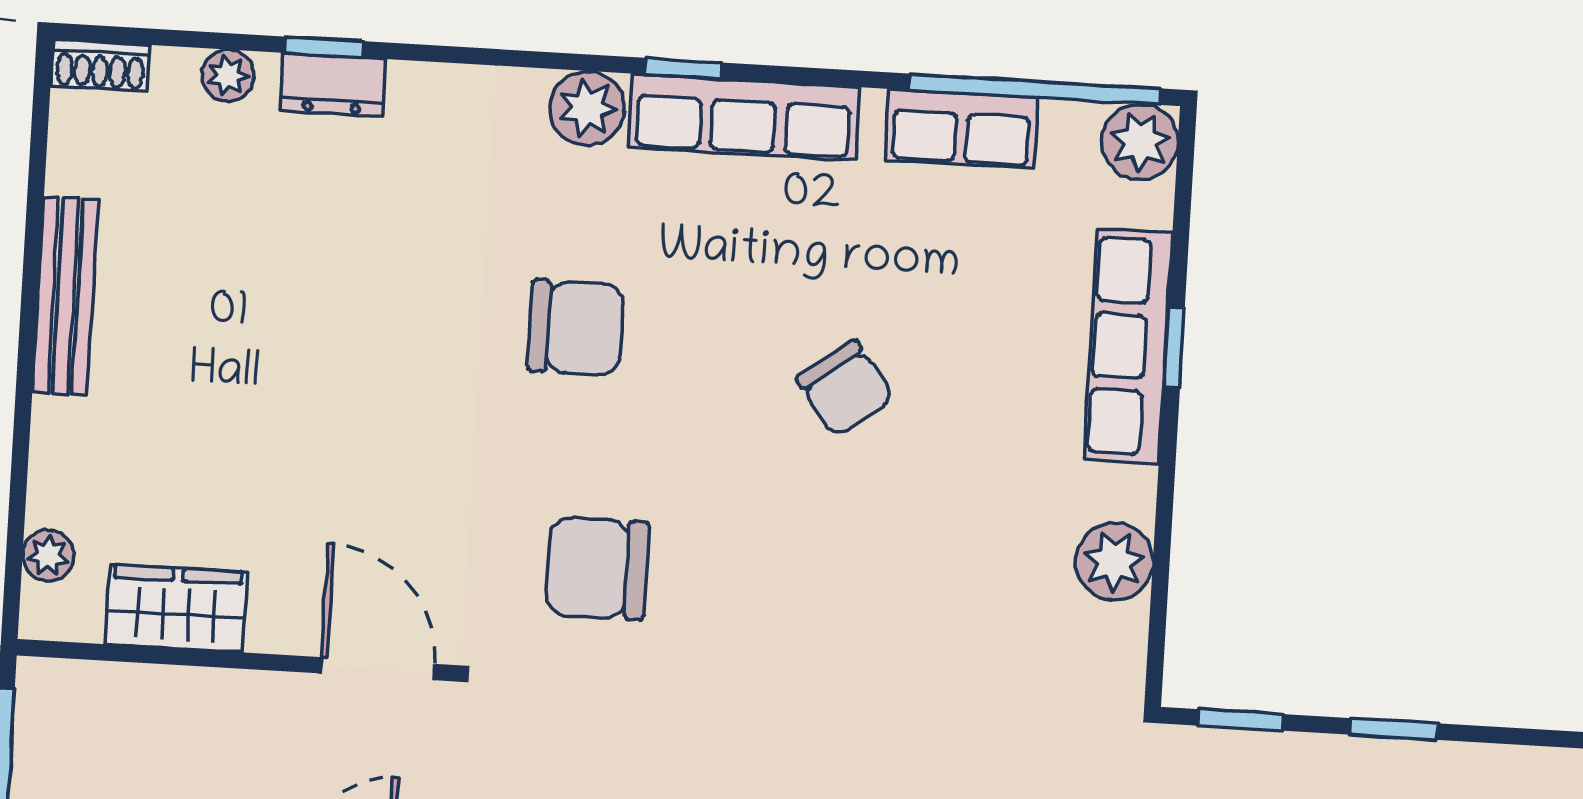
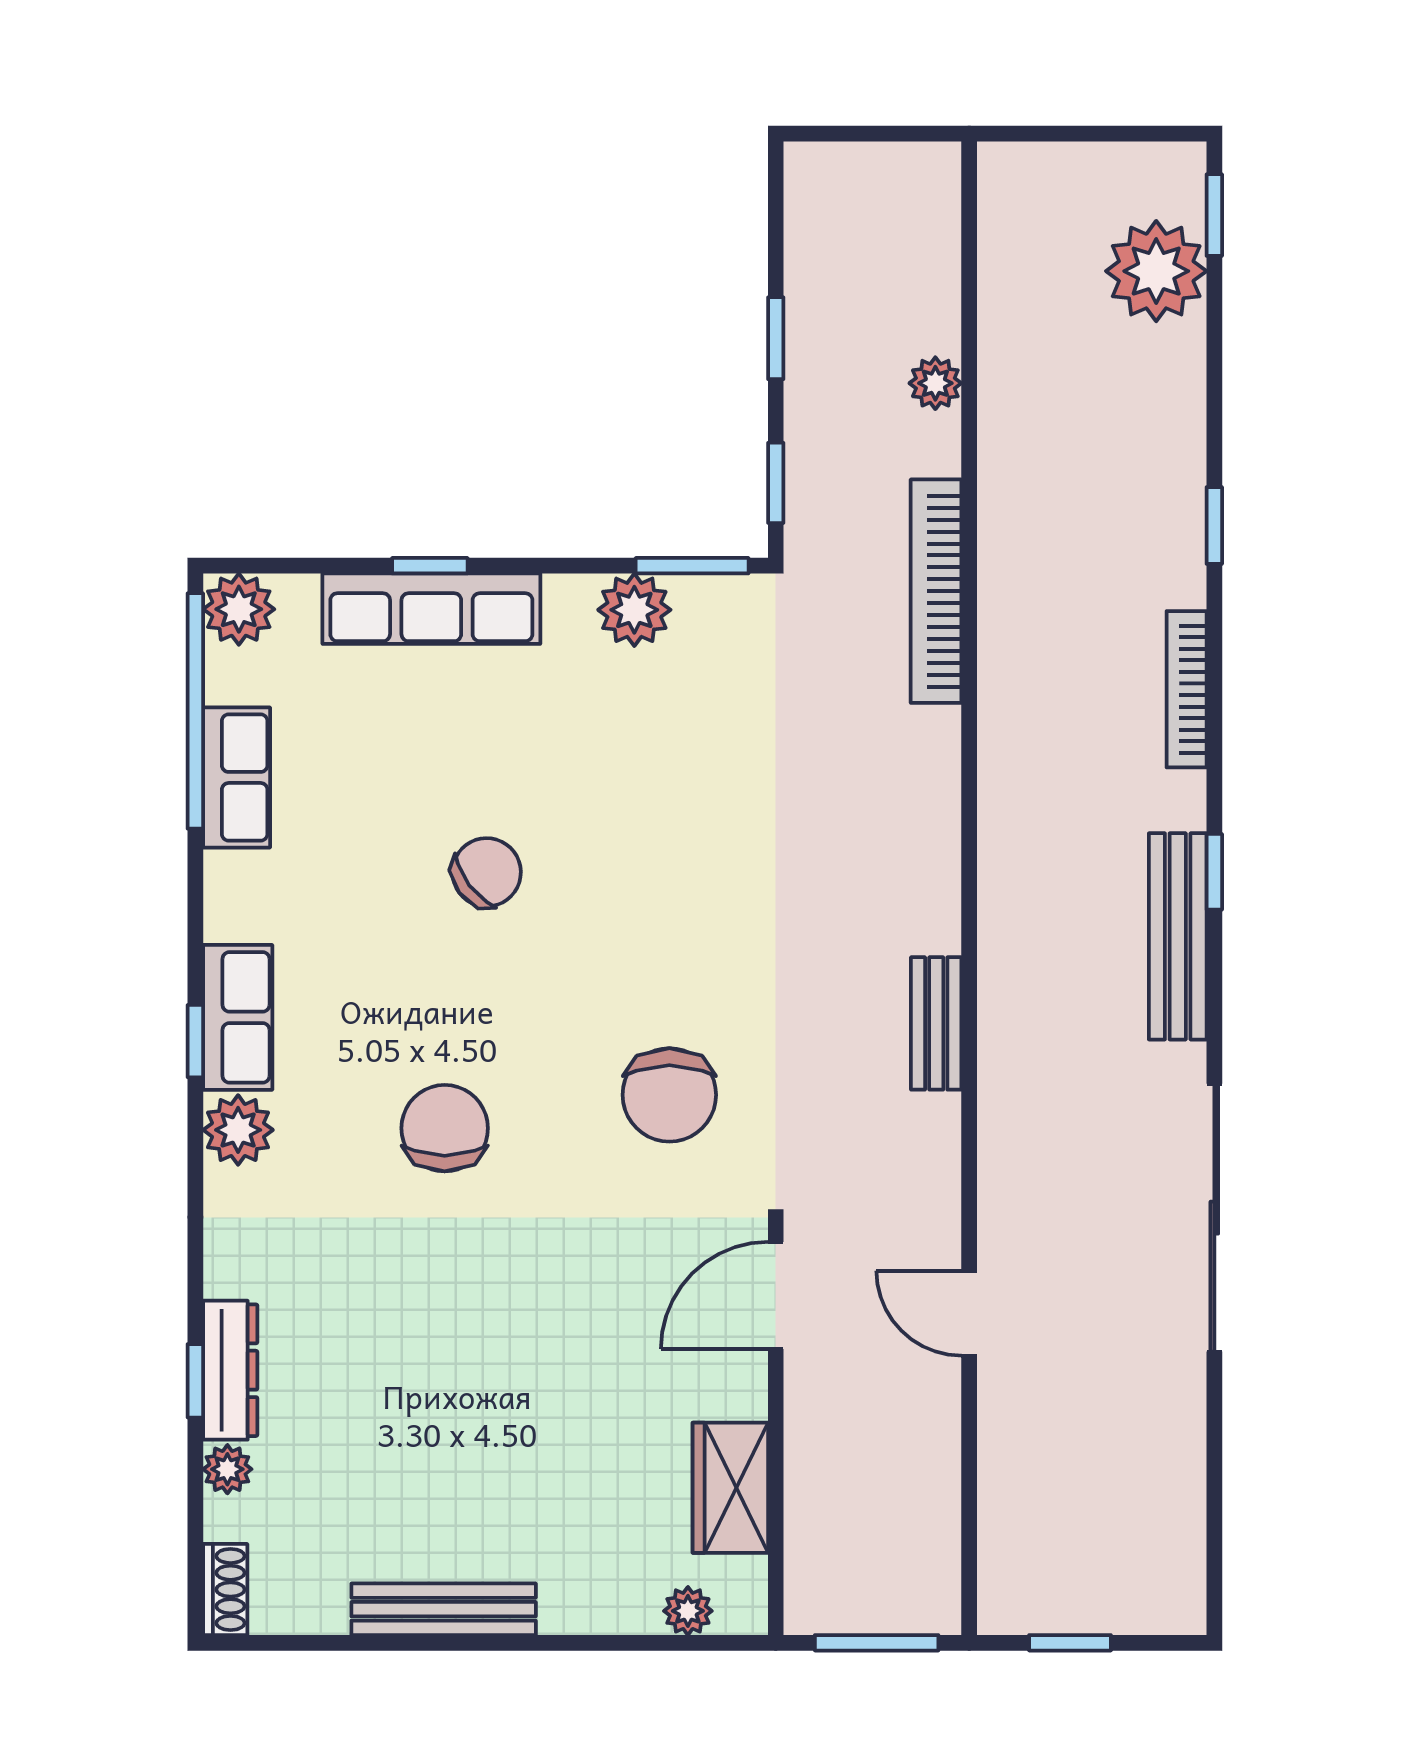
dresser: (333, 85) -> (230, 1370), width x1.44
row of seats: (743, 117) -> (238, 1017), width x0.68
window: (1157, 626) -> (692, 566), added

